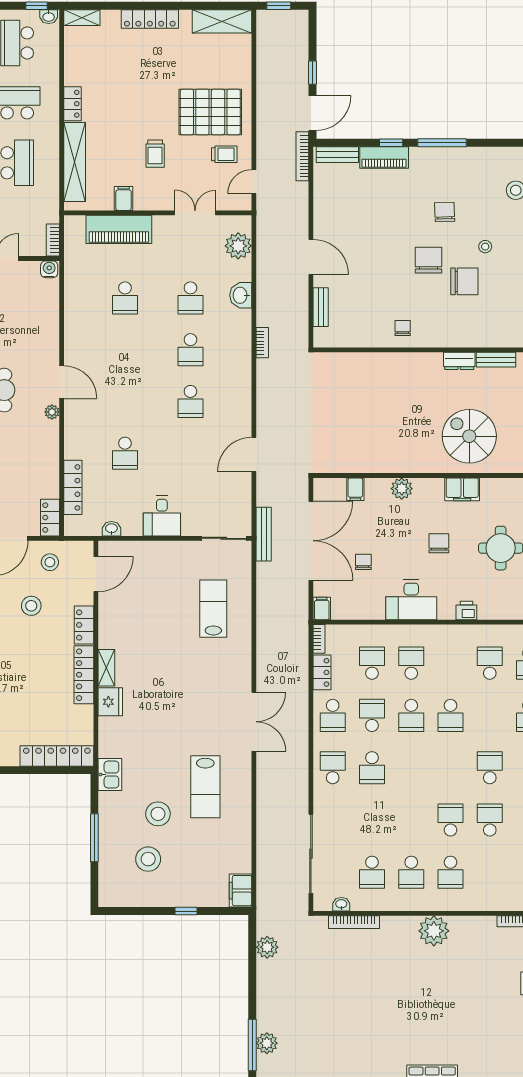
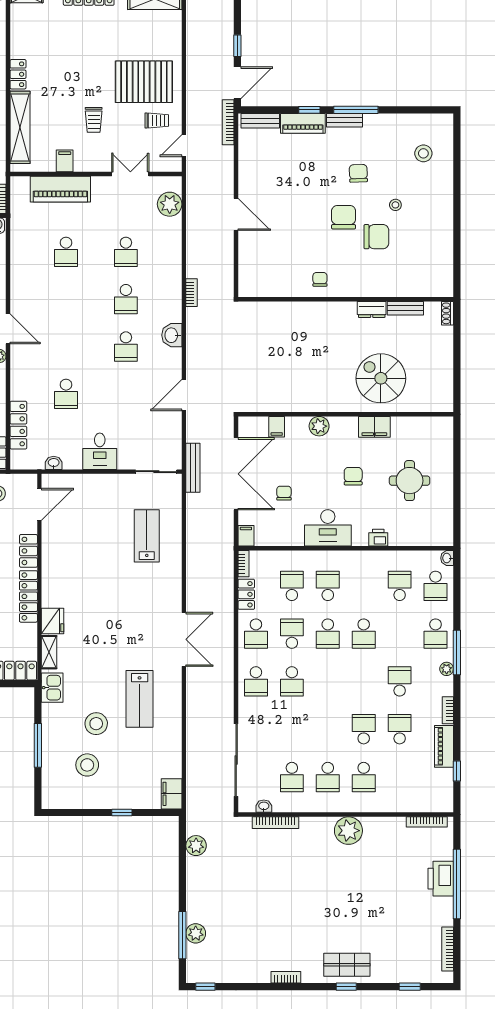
washbasin: (241, 295) -> (172, 335), moved
bench: (321, 307) -> (344, 120), moved, turned 90
shelving: (106, 668) -> (49, 652), moved
school desk: (333, 768) -> (256, 681), turned 180

